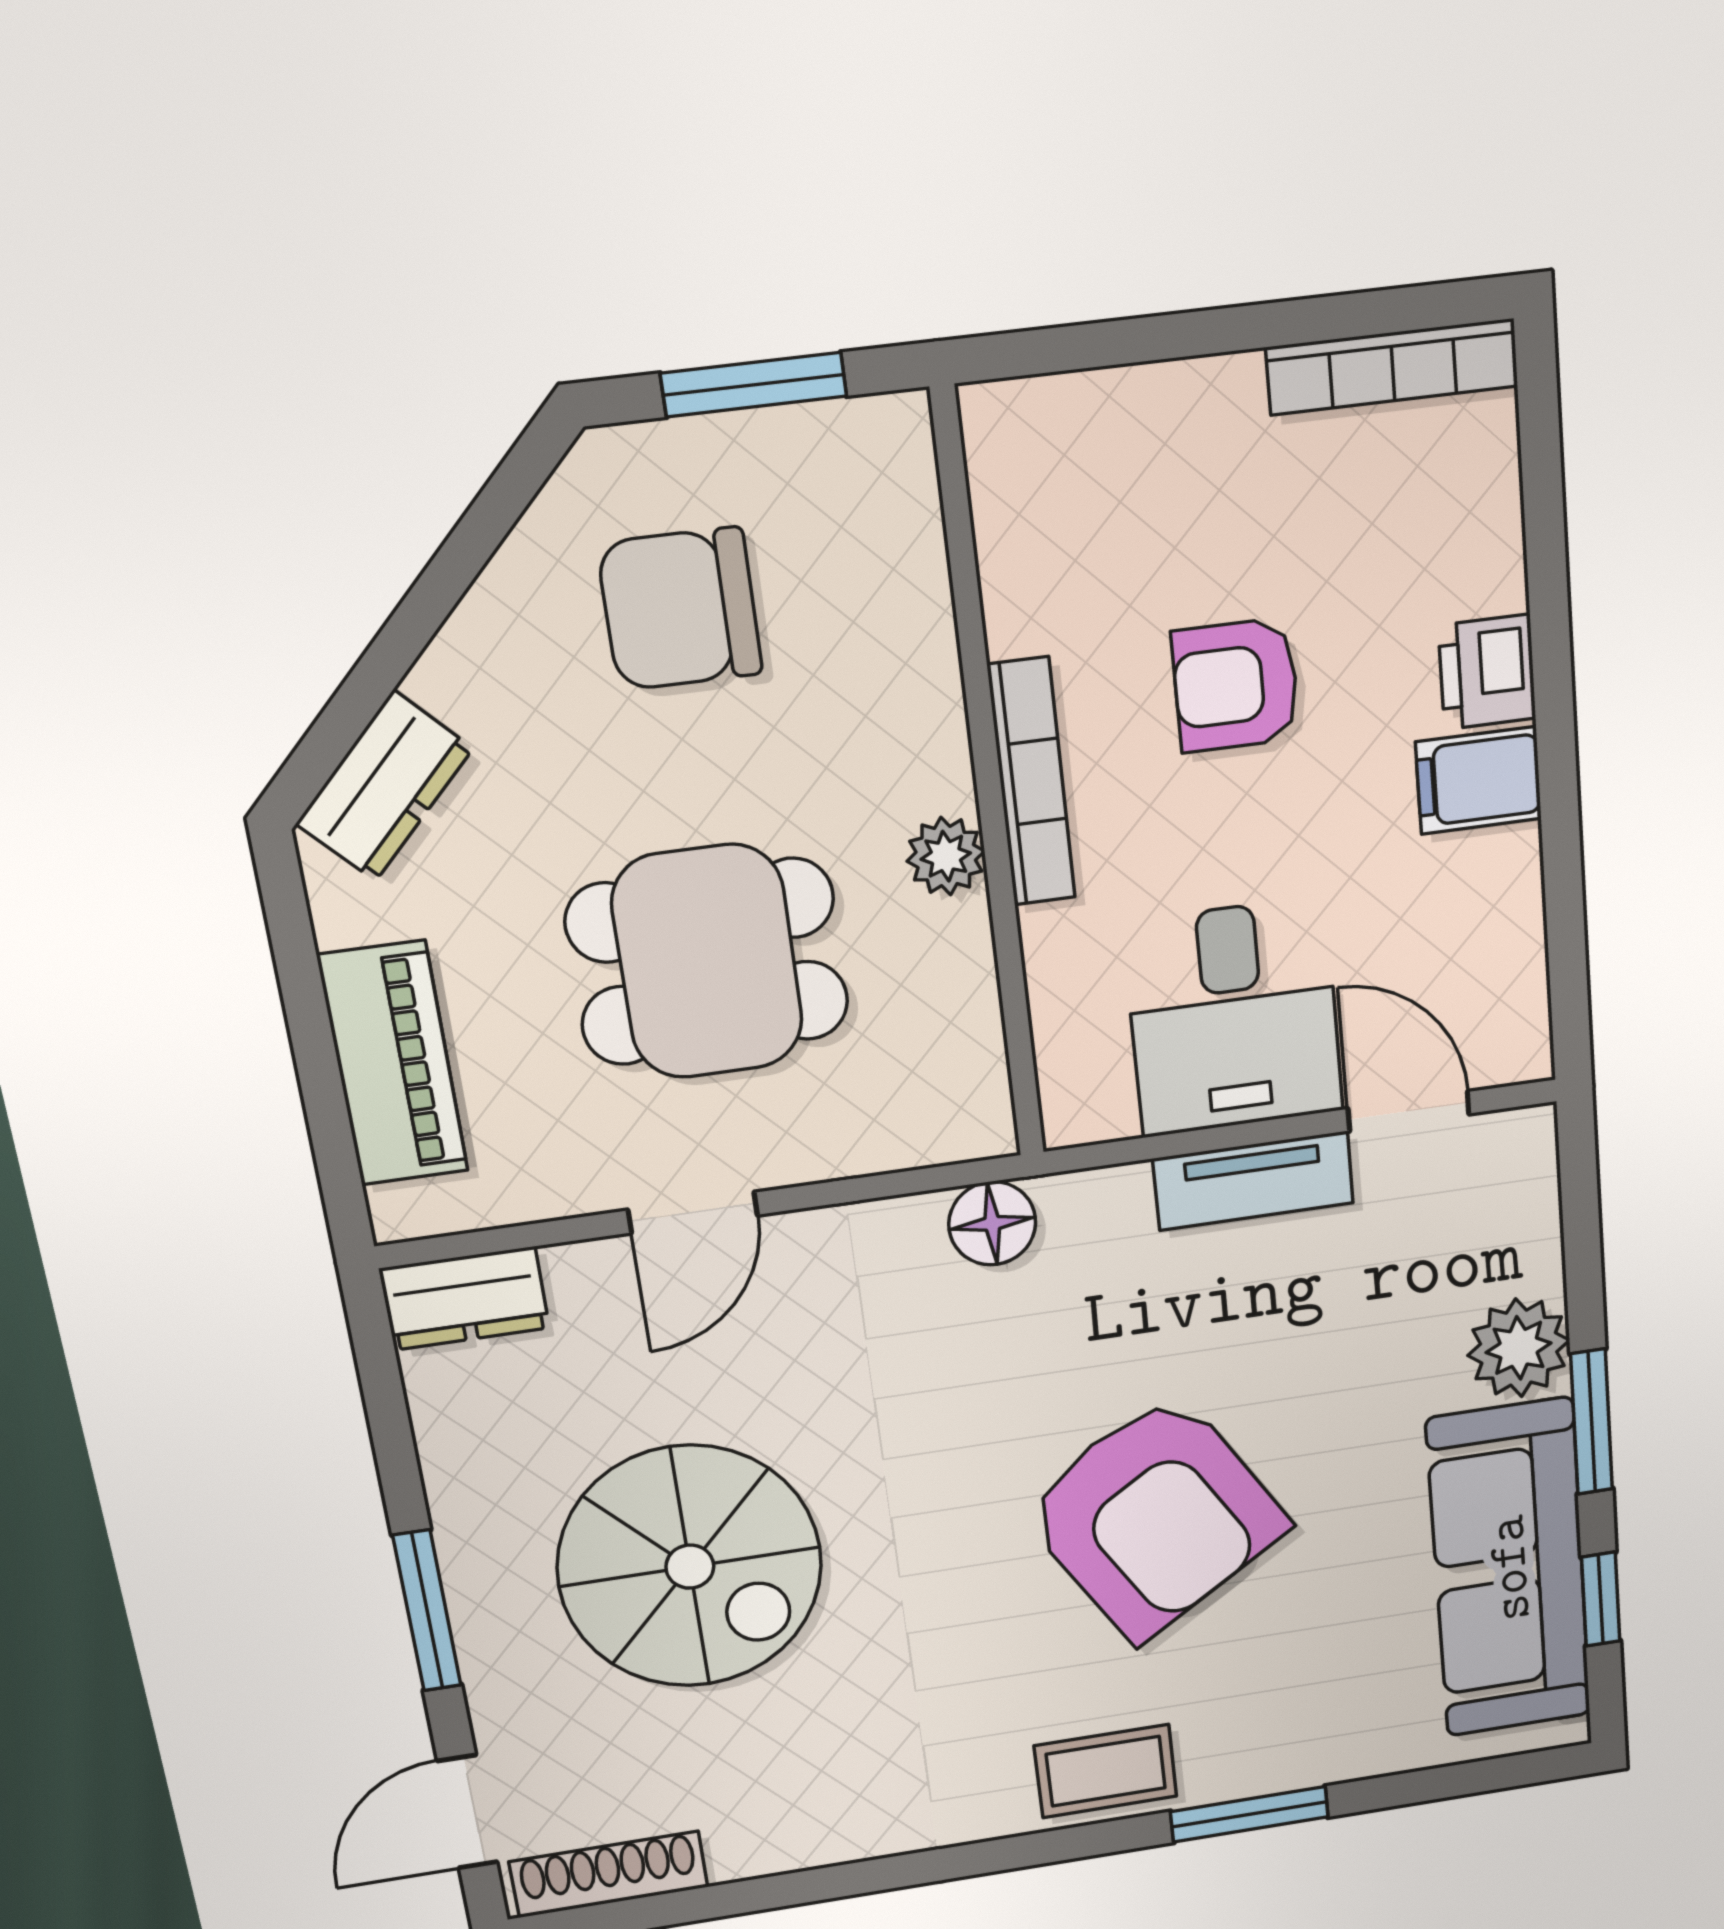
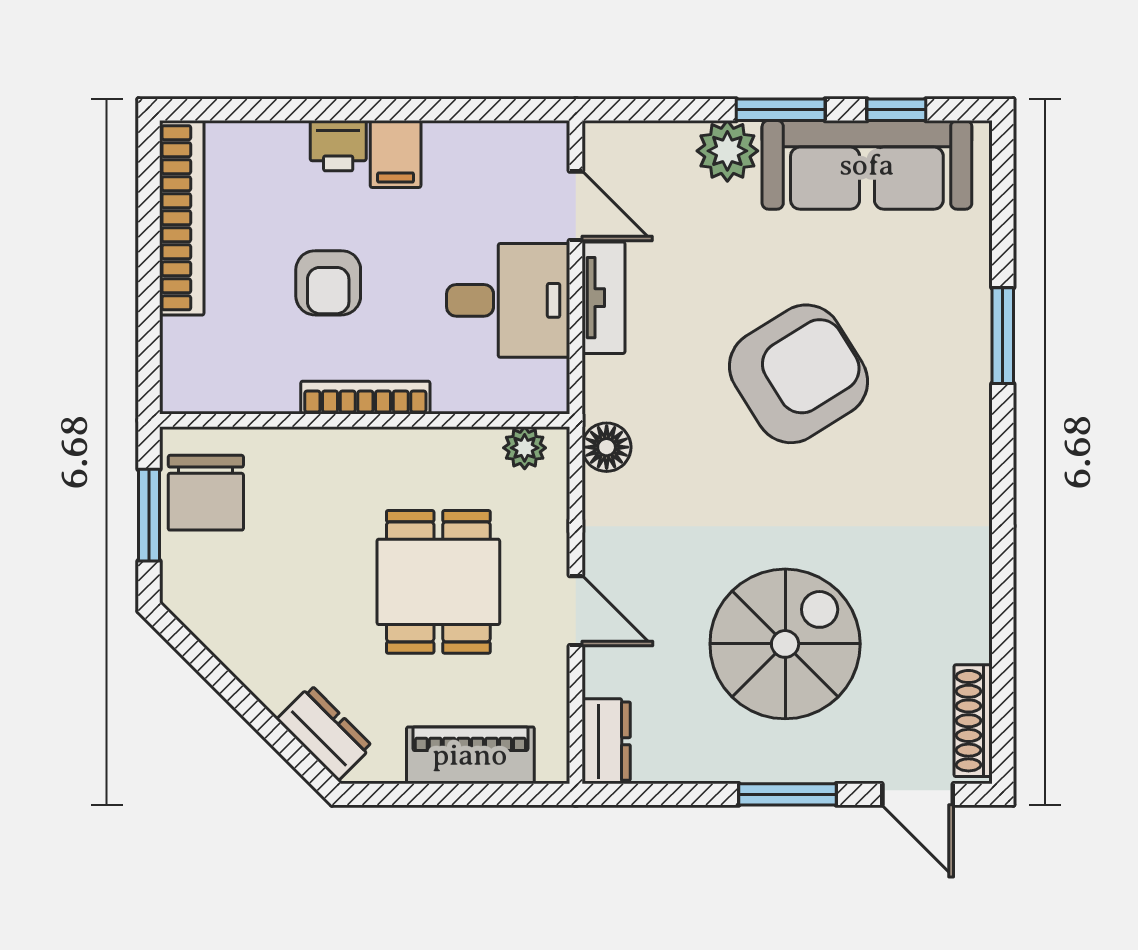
bookcase: (1392, 367) -> (182, 218), width x1.48, depth x1.31
chair: (680, 609) -> (206, 493), moved
plant: (946, 856) -> (525, 448), moved
door: (1409, 1111) -> (576, 206), swing flipped
coffee table: (1106, 1771) -> (958, 420), removed

